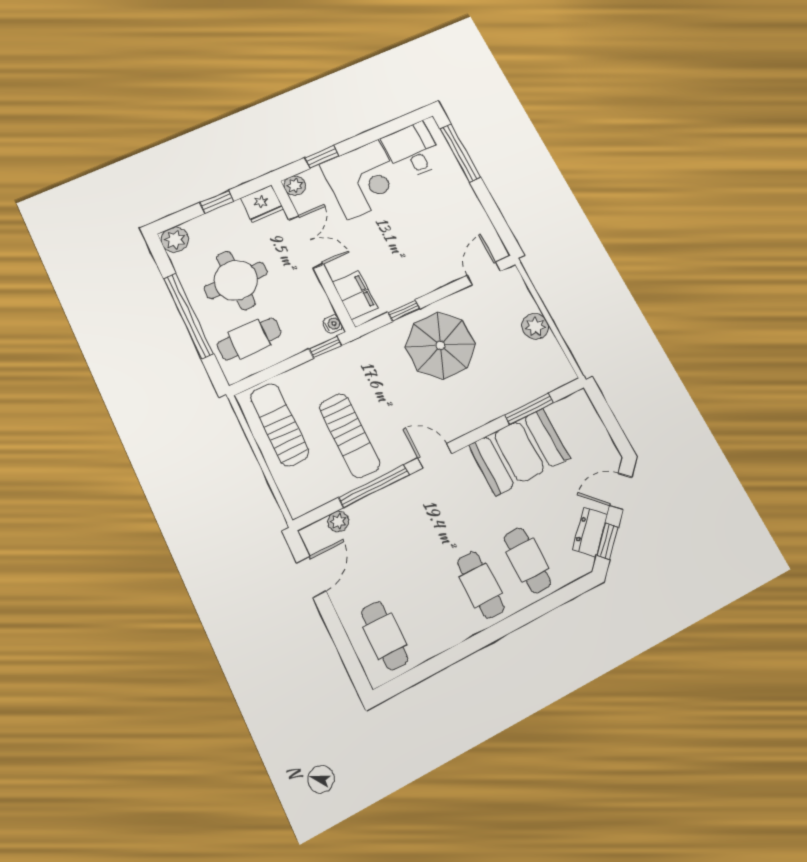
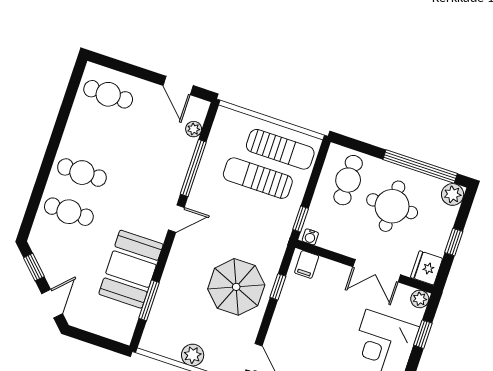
filing cabinet: (355, 295) -> (307, 264), width x0.50
window: (188, 316) -> (420, 166), moved
sun lounger: (350, 435) -> (258, 178), moved
dresser: (590, 532) -> (48, 262), removed

